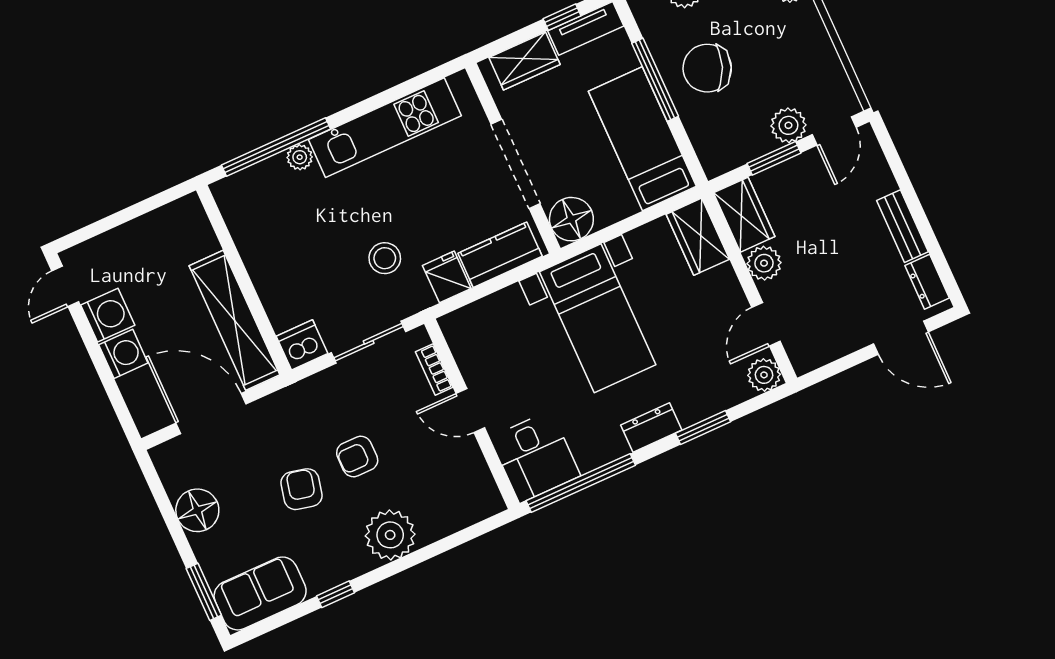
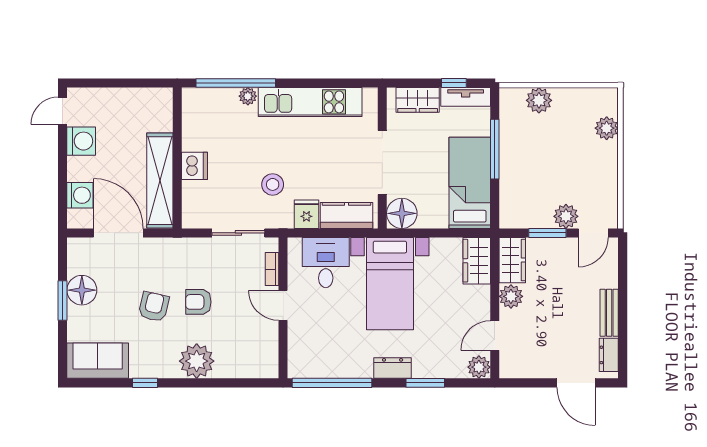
chair: (707, 68) -> (531, 157), removed
dishwasher: (302, 345) -> (195, 166), moved, turned 90
washing machine: (123, 354) -> (80, 195), moved
desk: (535, 457) -> (326, 263), moved, turned 180
window: (204, 592) -> (63, 301), moved

